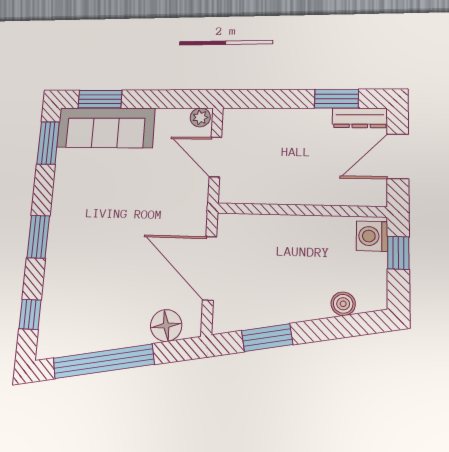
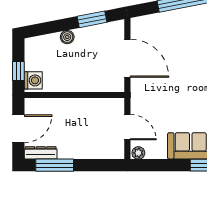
window: (336, 99) -> (55, 165), width x1.44
boiler: (343, 304) -> (67, 37), moved
floor lamp: (166, 325) -> (152, 23), removed

